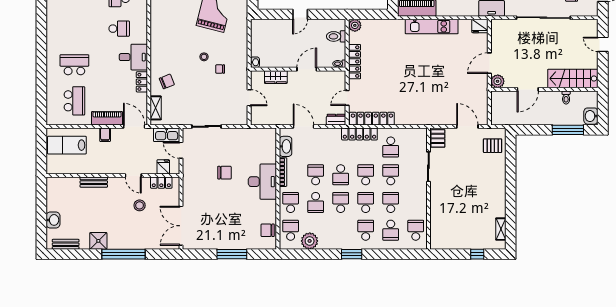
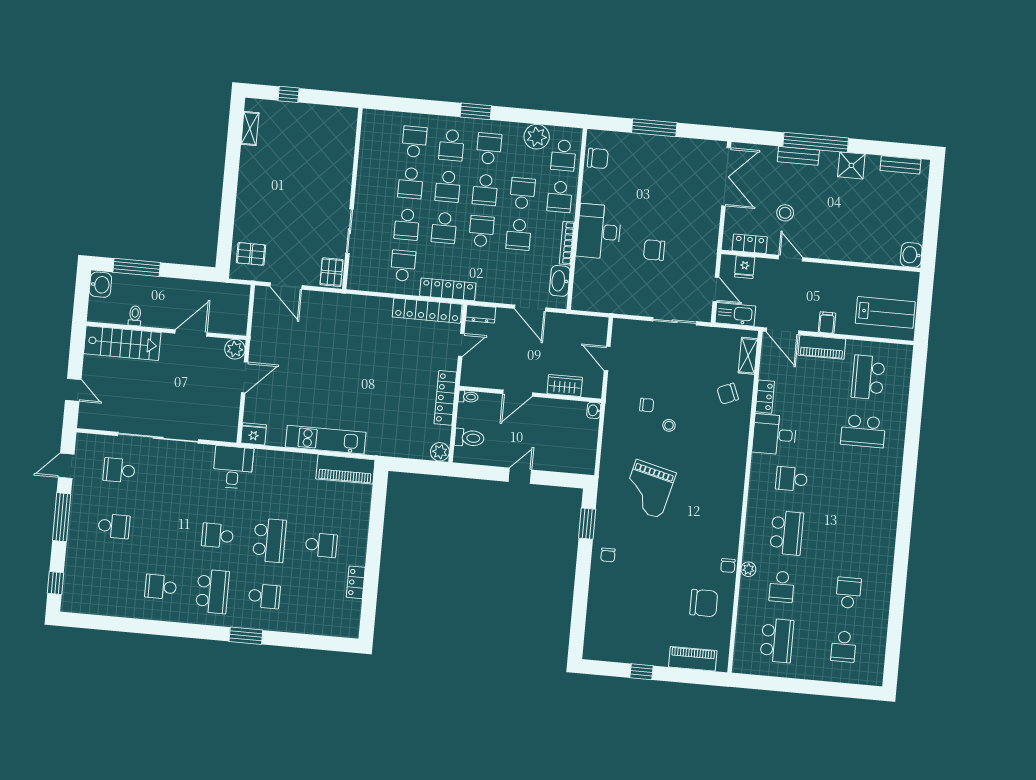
bench: (94, 182) -> (798, 156), moved
washbasin: (53, 220) -> (911, 255), moved
school desk: (416, 230) -> (489, 149), moved, turned 180

